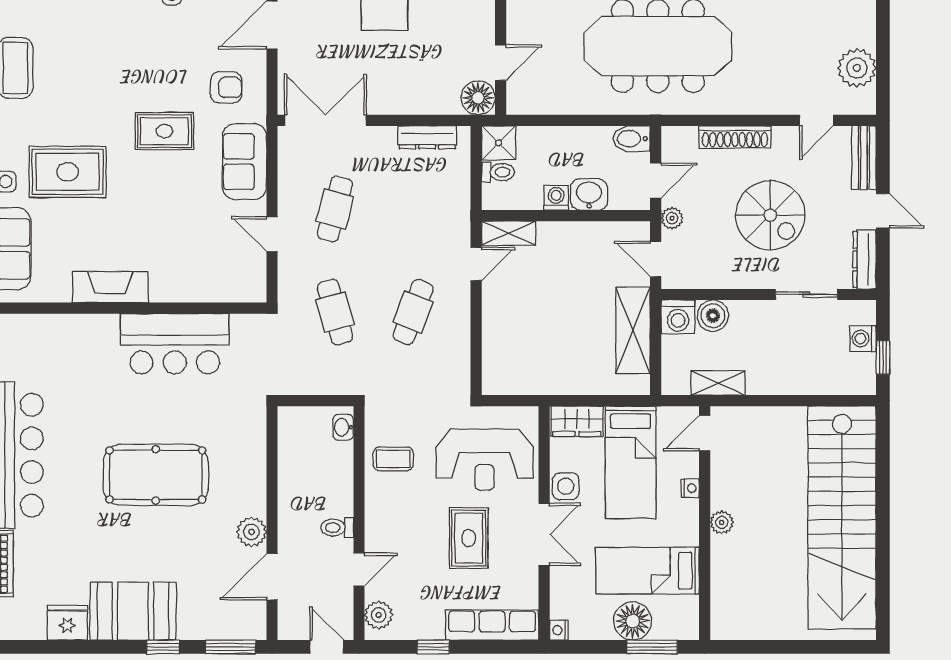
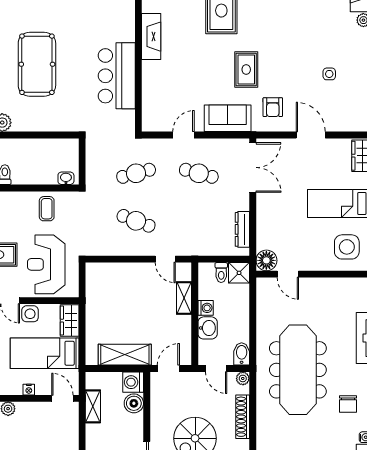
plant: (672, 218) -> (243, 378), moved
shelving: (509, 233) -> (184, 298), moved

